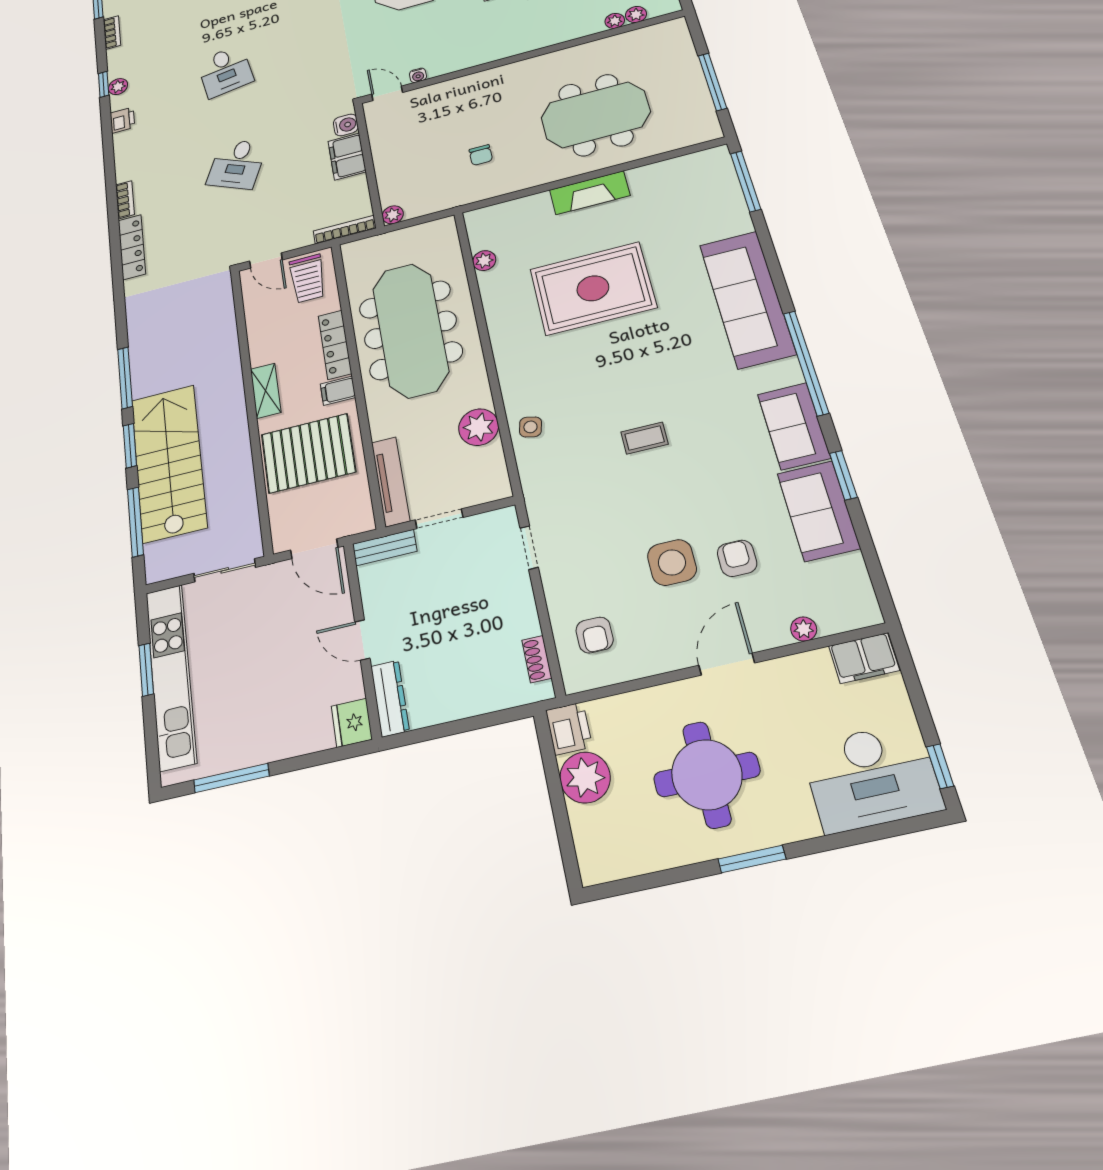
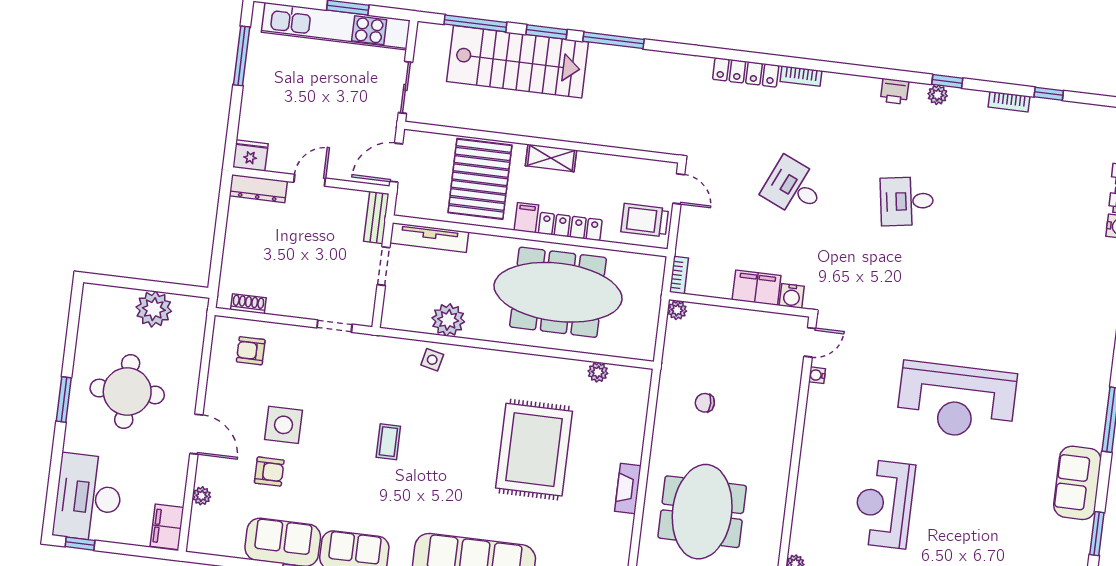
fireplace: (590, 193) -> (628, 488), width x0.73, depth x0.76
bookcase: (345, 230) -> (679, 275), width x0.64
door: (266, 261) -> (679, 189), swing flipped
printer: (569, 728) -> (191, 310), removed

